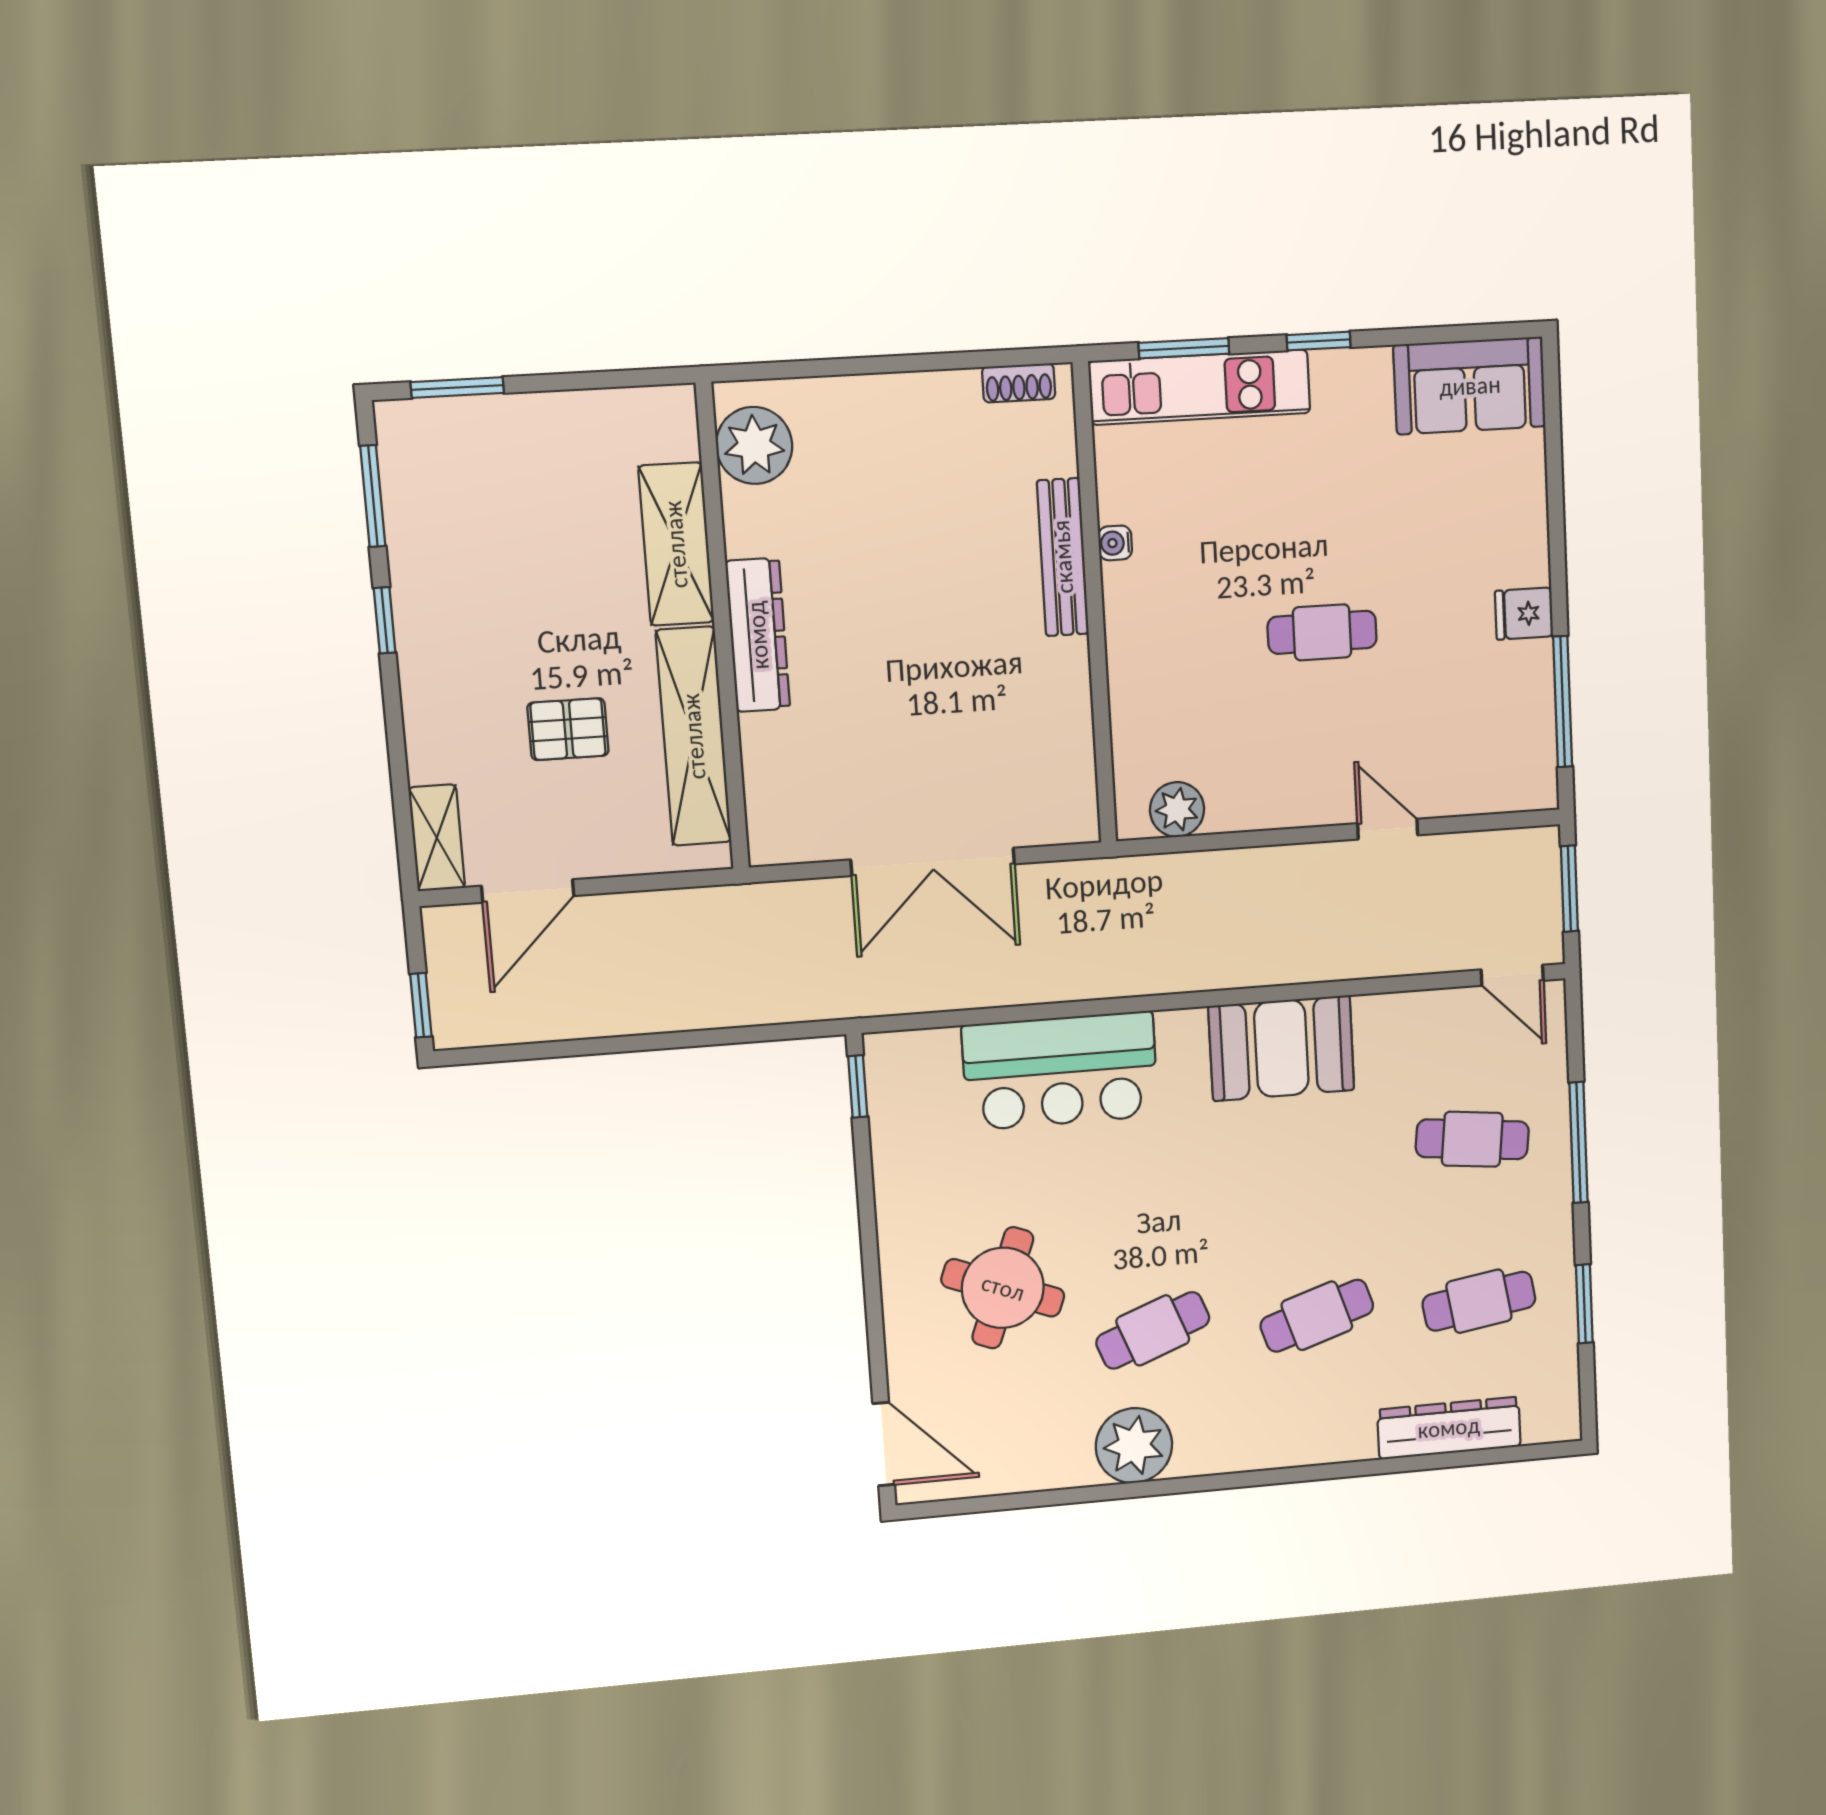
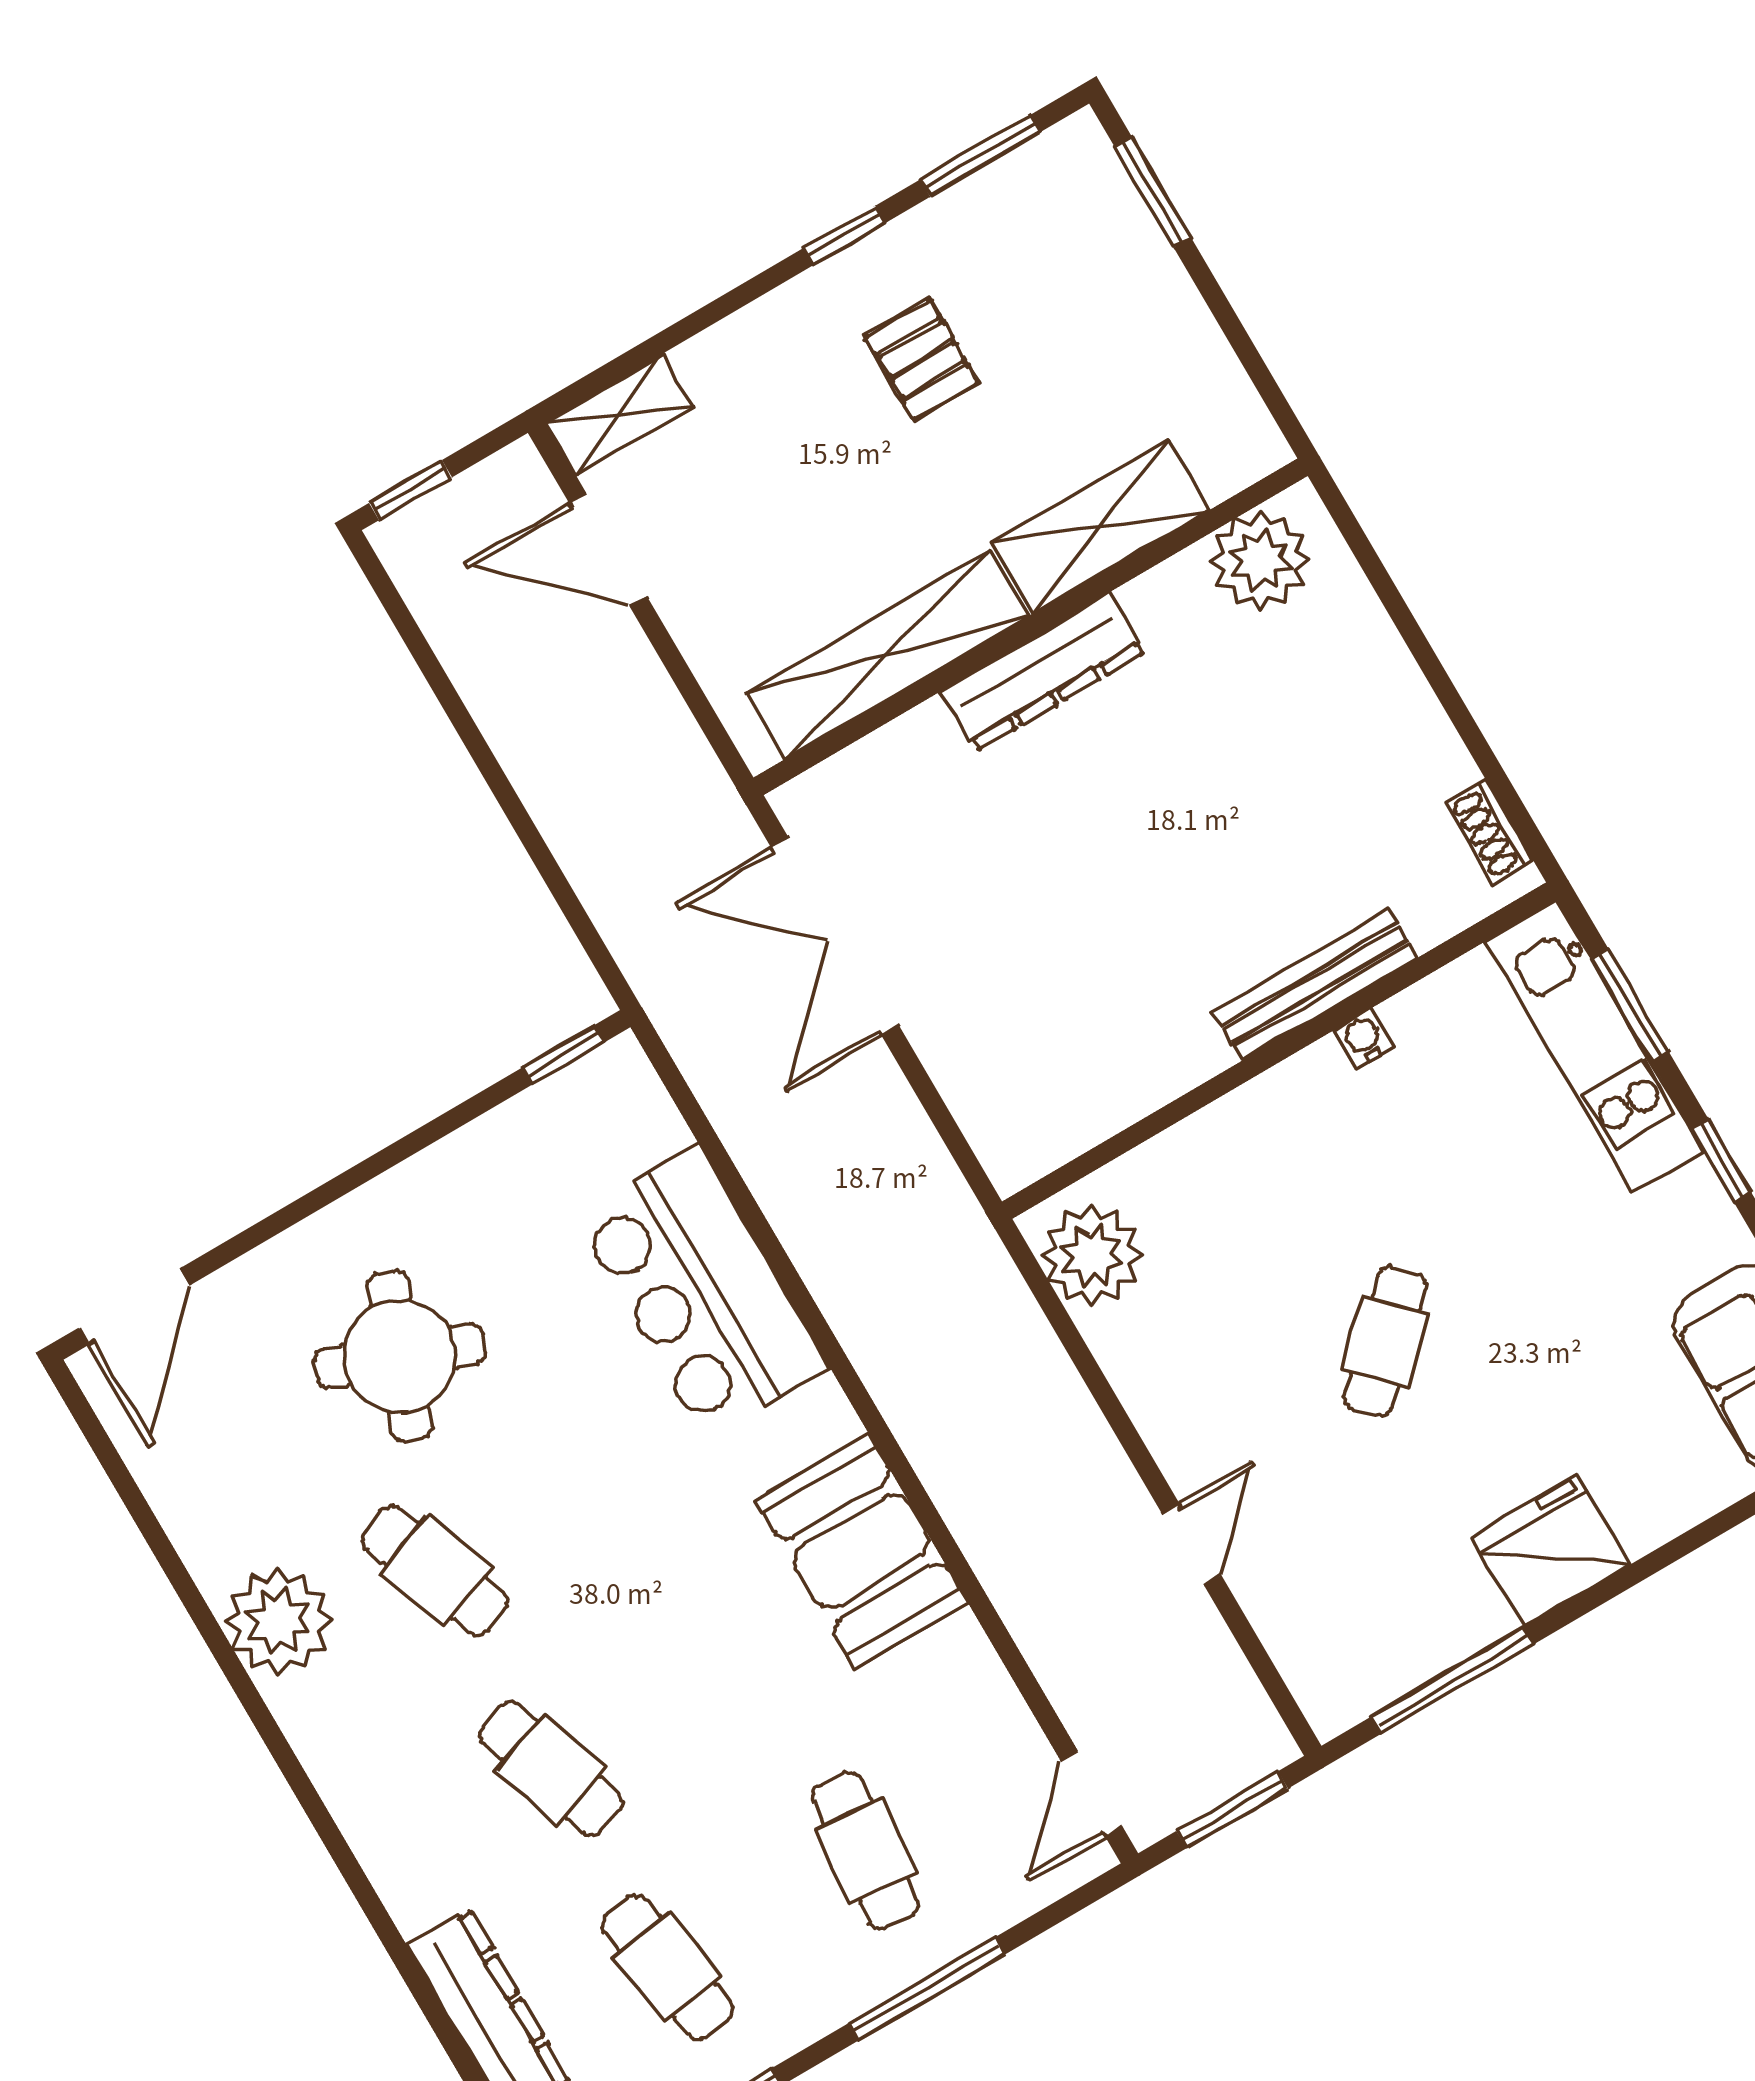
fridge: (1524, 614) -> (1551, 1551), width x1.88, depth x1.34
cafe table: (1322, 632) -> (1385, 1341), turned 46
pallet: (568, 729) -> (922, 359), moved
plant: (1177, 809) -> (1092, 1255), width x1.36, depth x1.36
double door: (933, 862) -> (835, 936), moved

